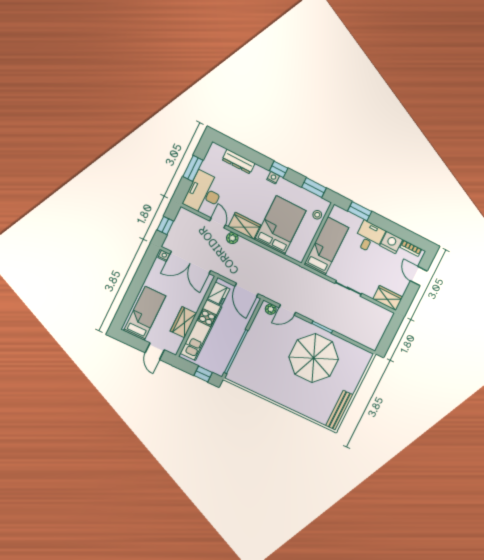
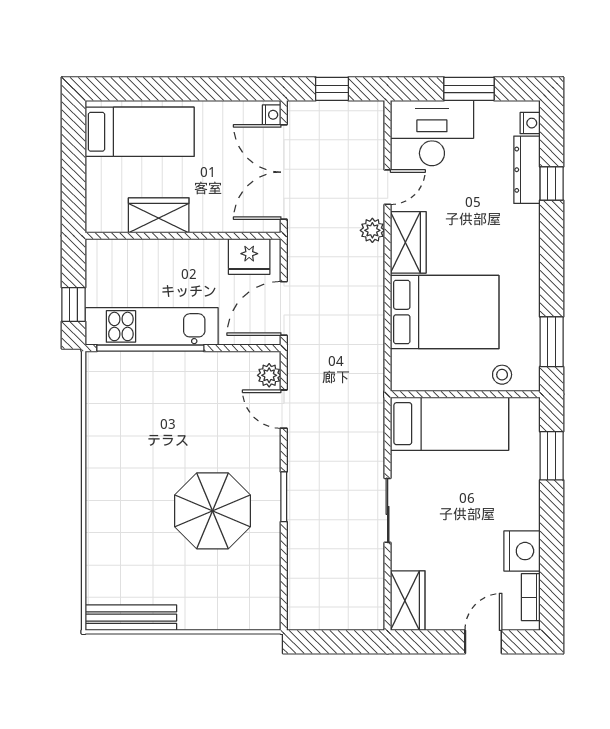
window: (279, 169) -> (552, 183), moved
nightstand: (273, 178) -> (530, 123), moved
desk: (369, 237) -> (510, 501), removed
kitchen unit: (201, 330) -> (152, 326), moved, turned 180
door: (155, 351) -> (73, 187), removed
parasol: (314, 358) -> (213, 511), width x0.73, depth x0.73

